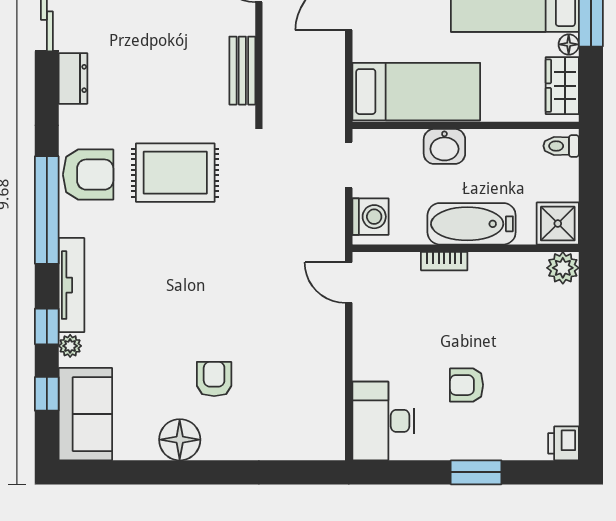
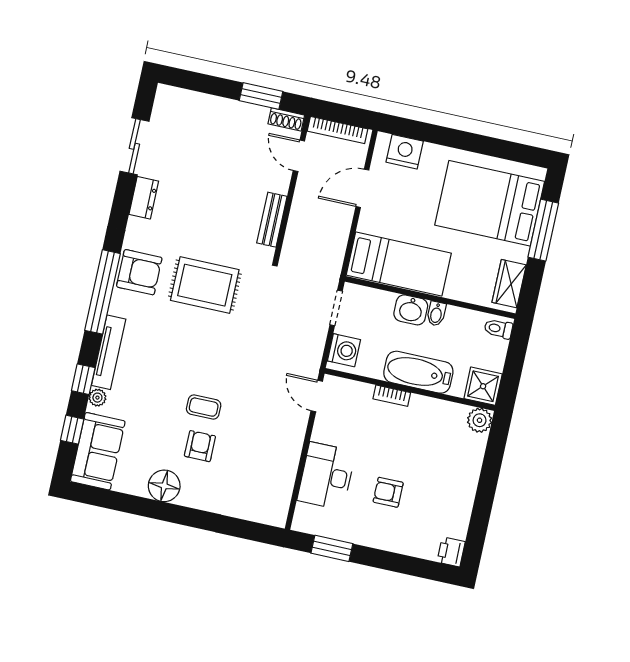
floor lamp: (569, 44) -> (521, 254), removed
bidet: (478, 144) -> (436, 314), added
coffee table: (208, 328) -> (204, 407), added
desk: (383, 421) -> (326, 476), moved
window: (476, 472) -> (332, 548), moved

